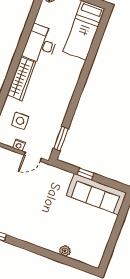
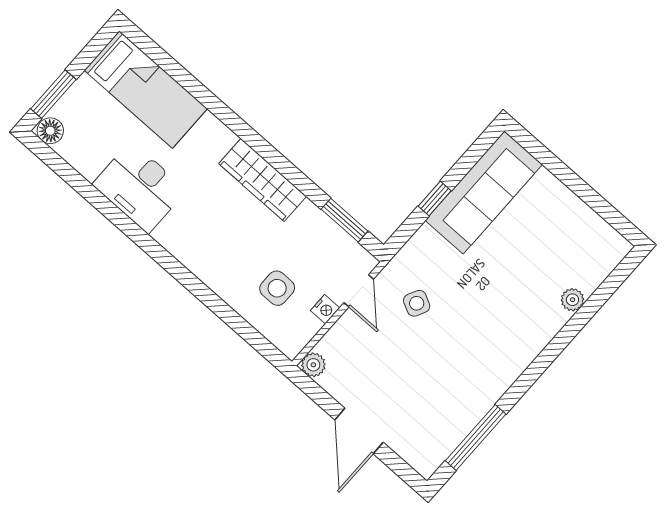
wardrobe: (21, 79) -> (263, 180), moved, turned 180
side table: (37, 184) -> (417, 303), added

